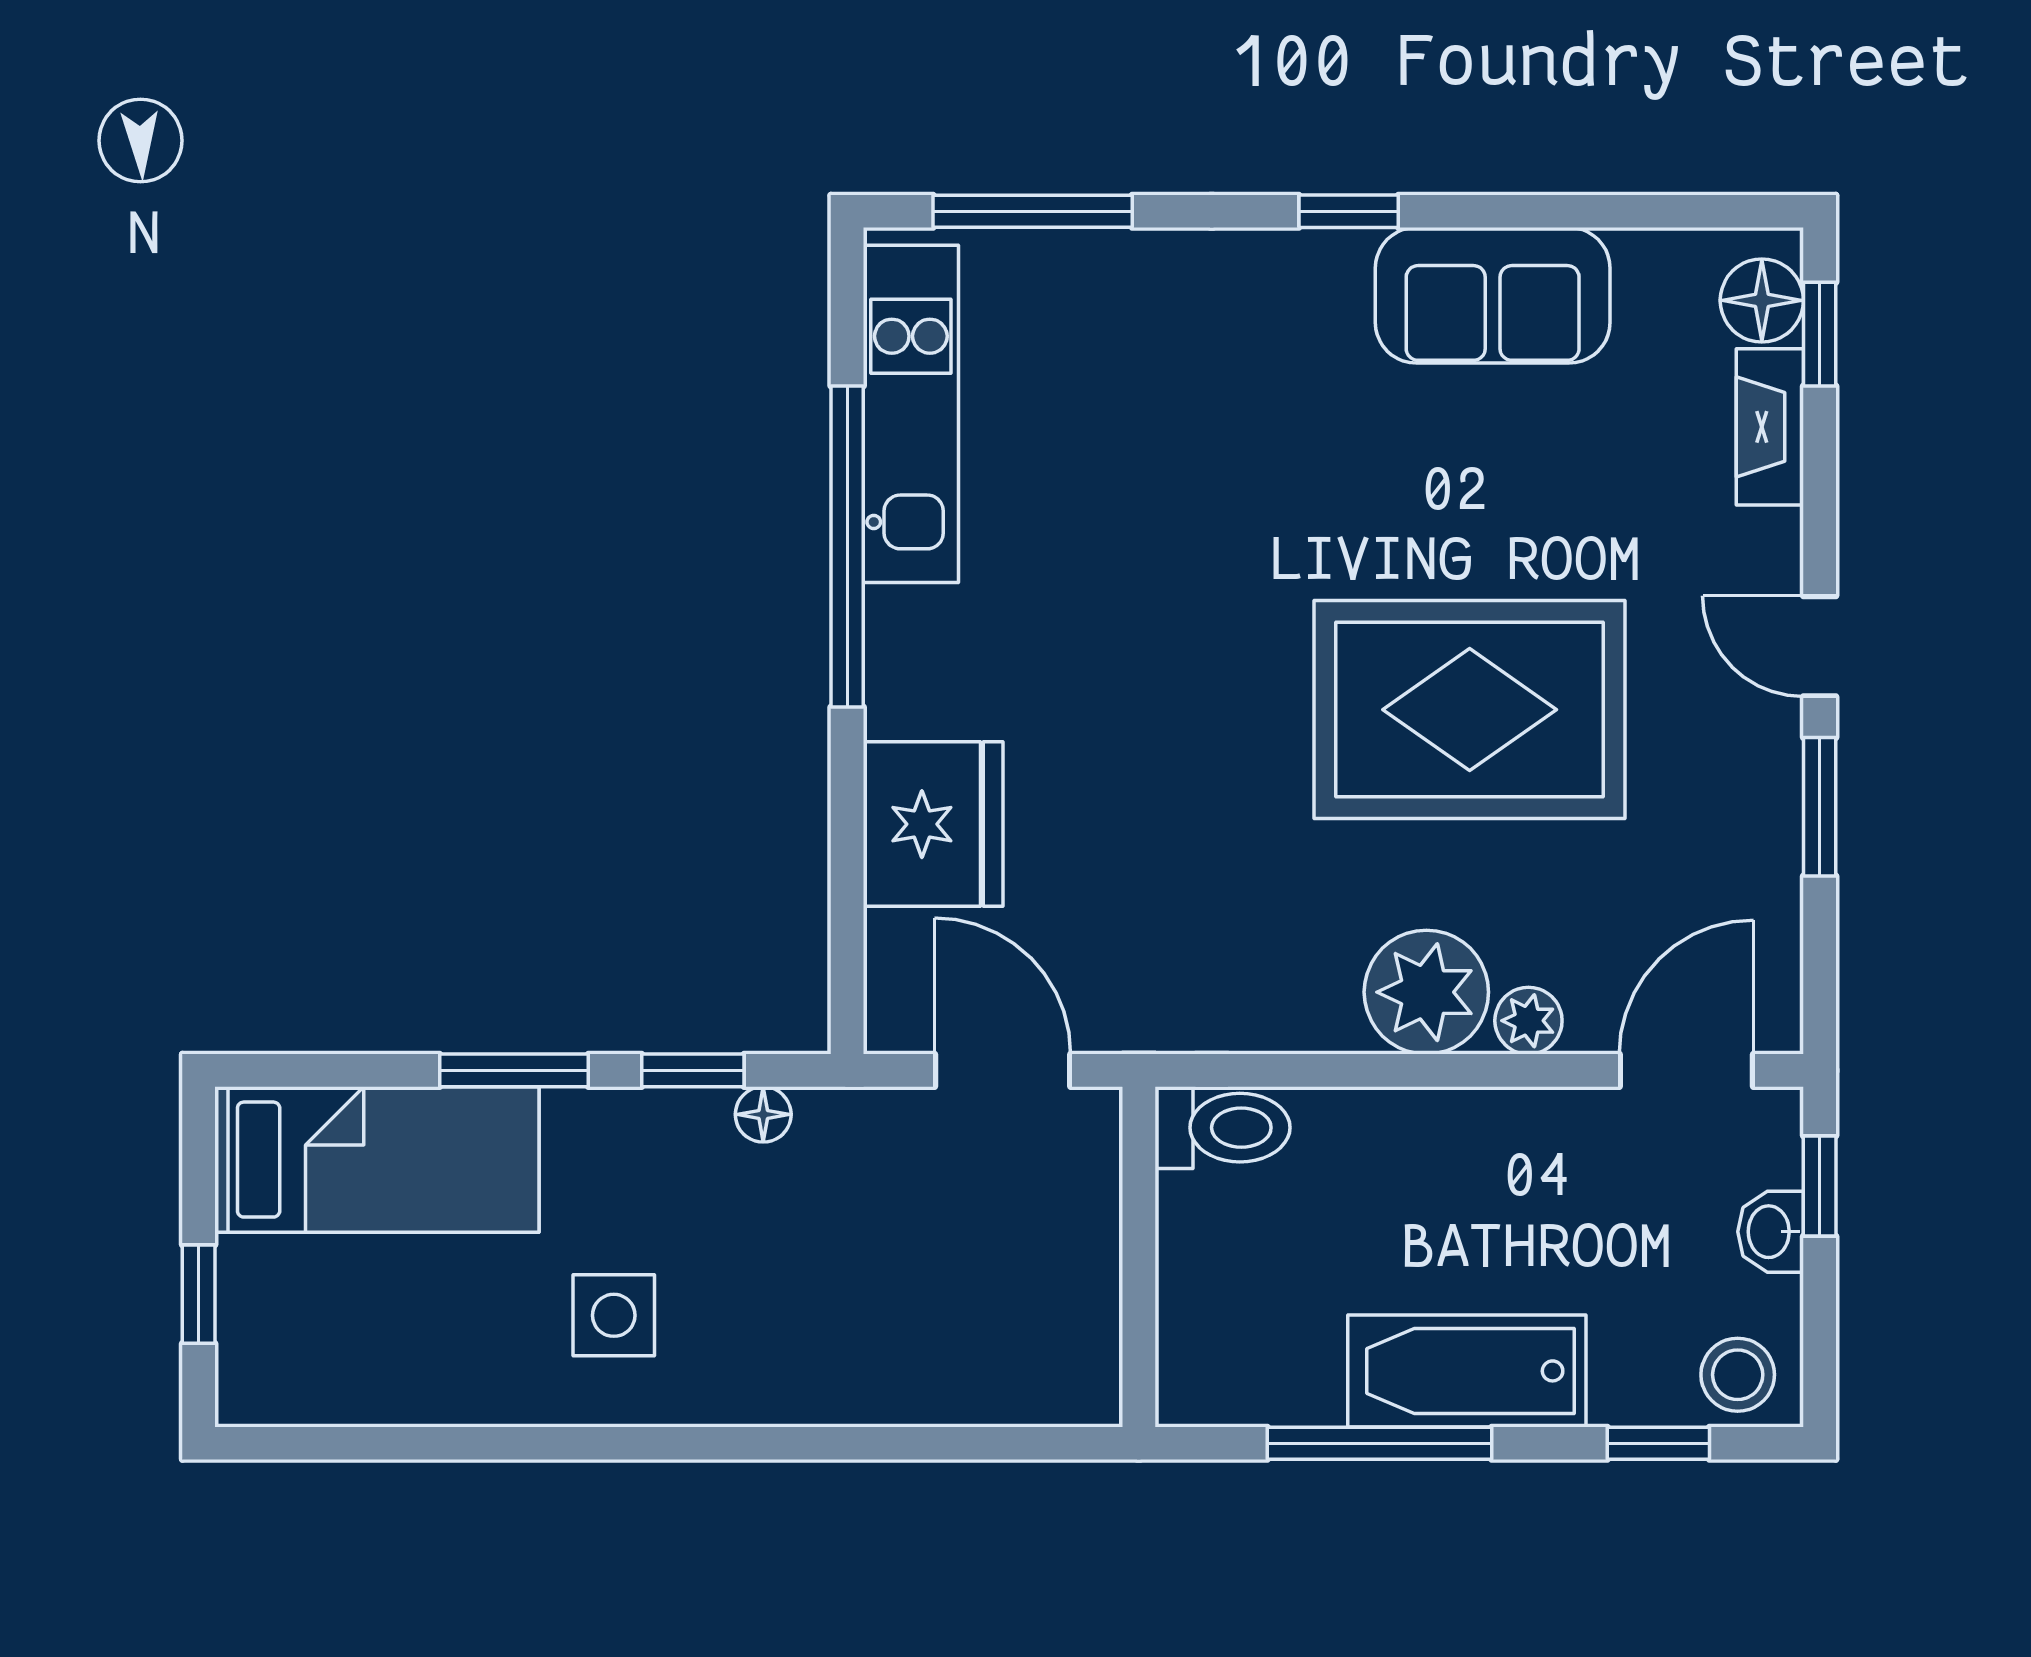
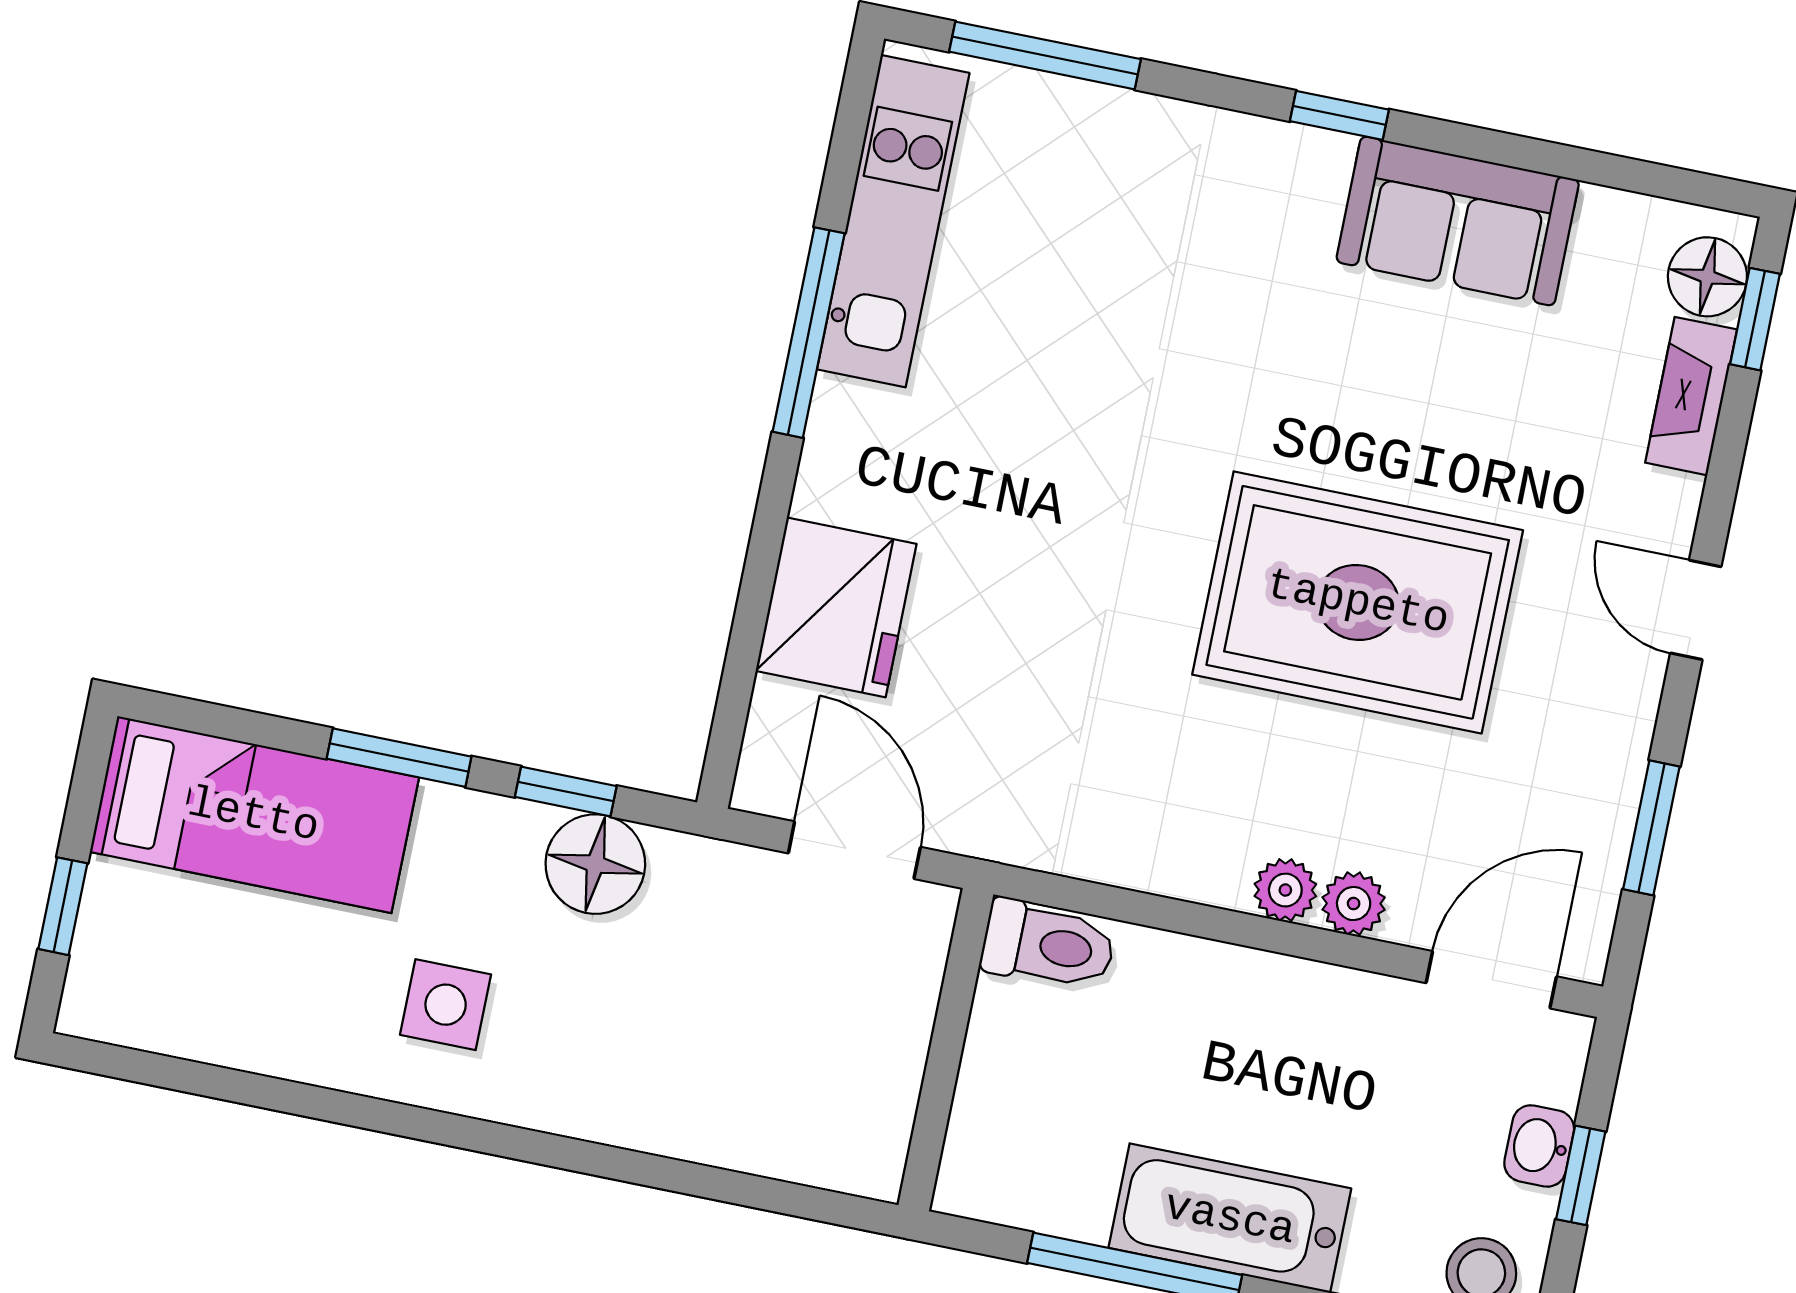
window: (847, 546) -> (809, 333), width x0.68
window: (1820, 807) -> (1651, 828), moved
plant: (1426, 992) -> (1285, 890), width x0.53, depth x0.53
floor lamp: (763, 1114) -> (595, 864), width x1.89, depth x1.89
window: (1820, 1186) -> (1581, 1175), moved

